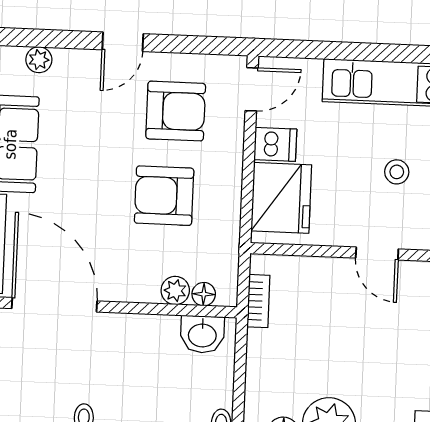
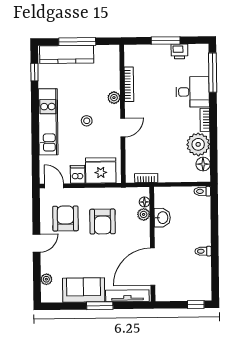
door: (123, 42) -> (36, 243), hinge flipped
washbasin: (202, 334) -> (162, 218), moved

